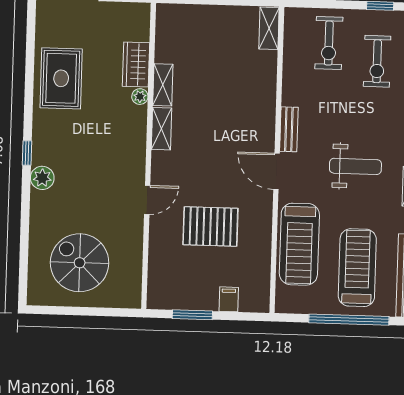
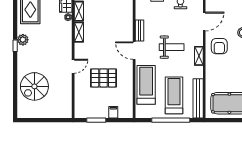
plant: (42, 178) -> (23, 40), moved
treadmill: (299, 244) -> (146, 85), turned 180
spiral stairs: (80, 263) -> (34, 86), moved, turned -90

